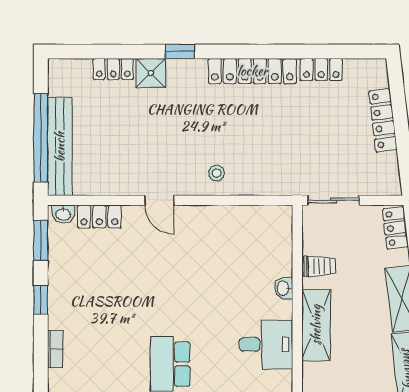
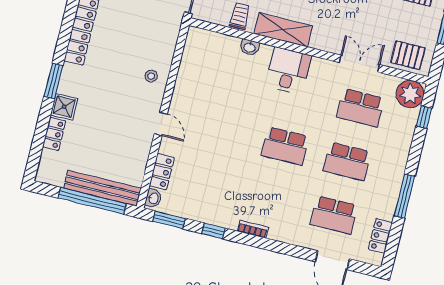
window: (180, 51) -> (53, 81), width x1.50
door: (159, 200) -> (161, 124), hinge flipped

